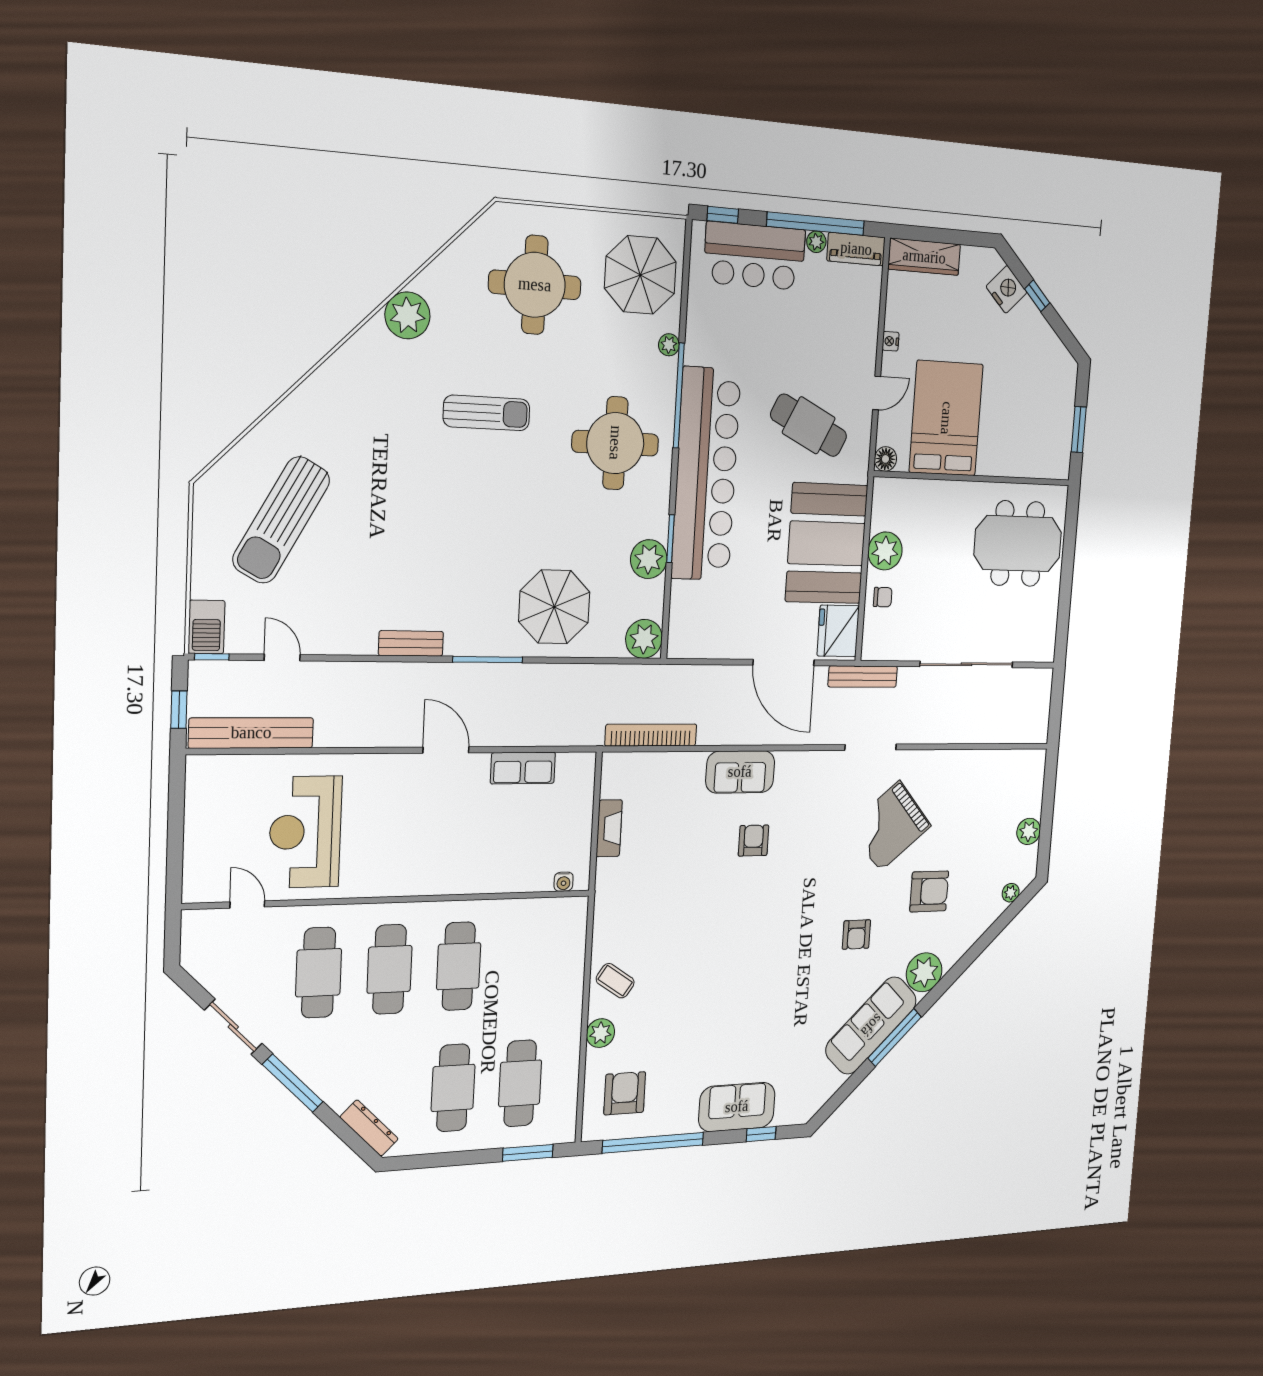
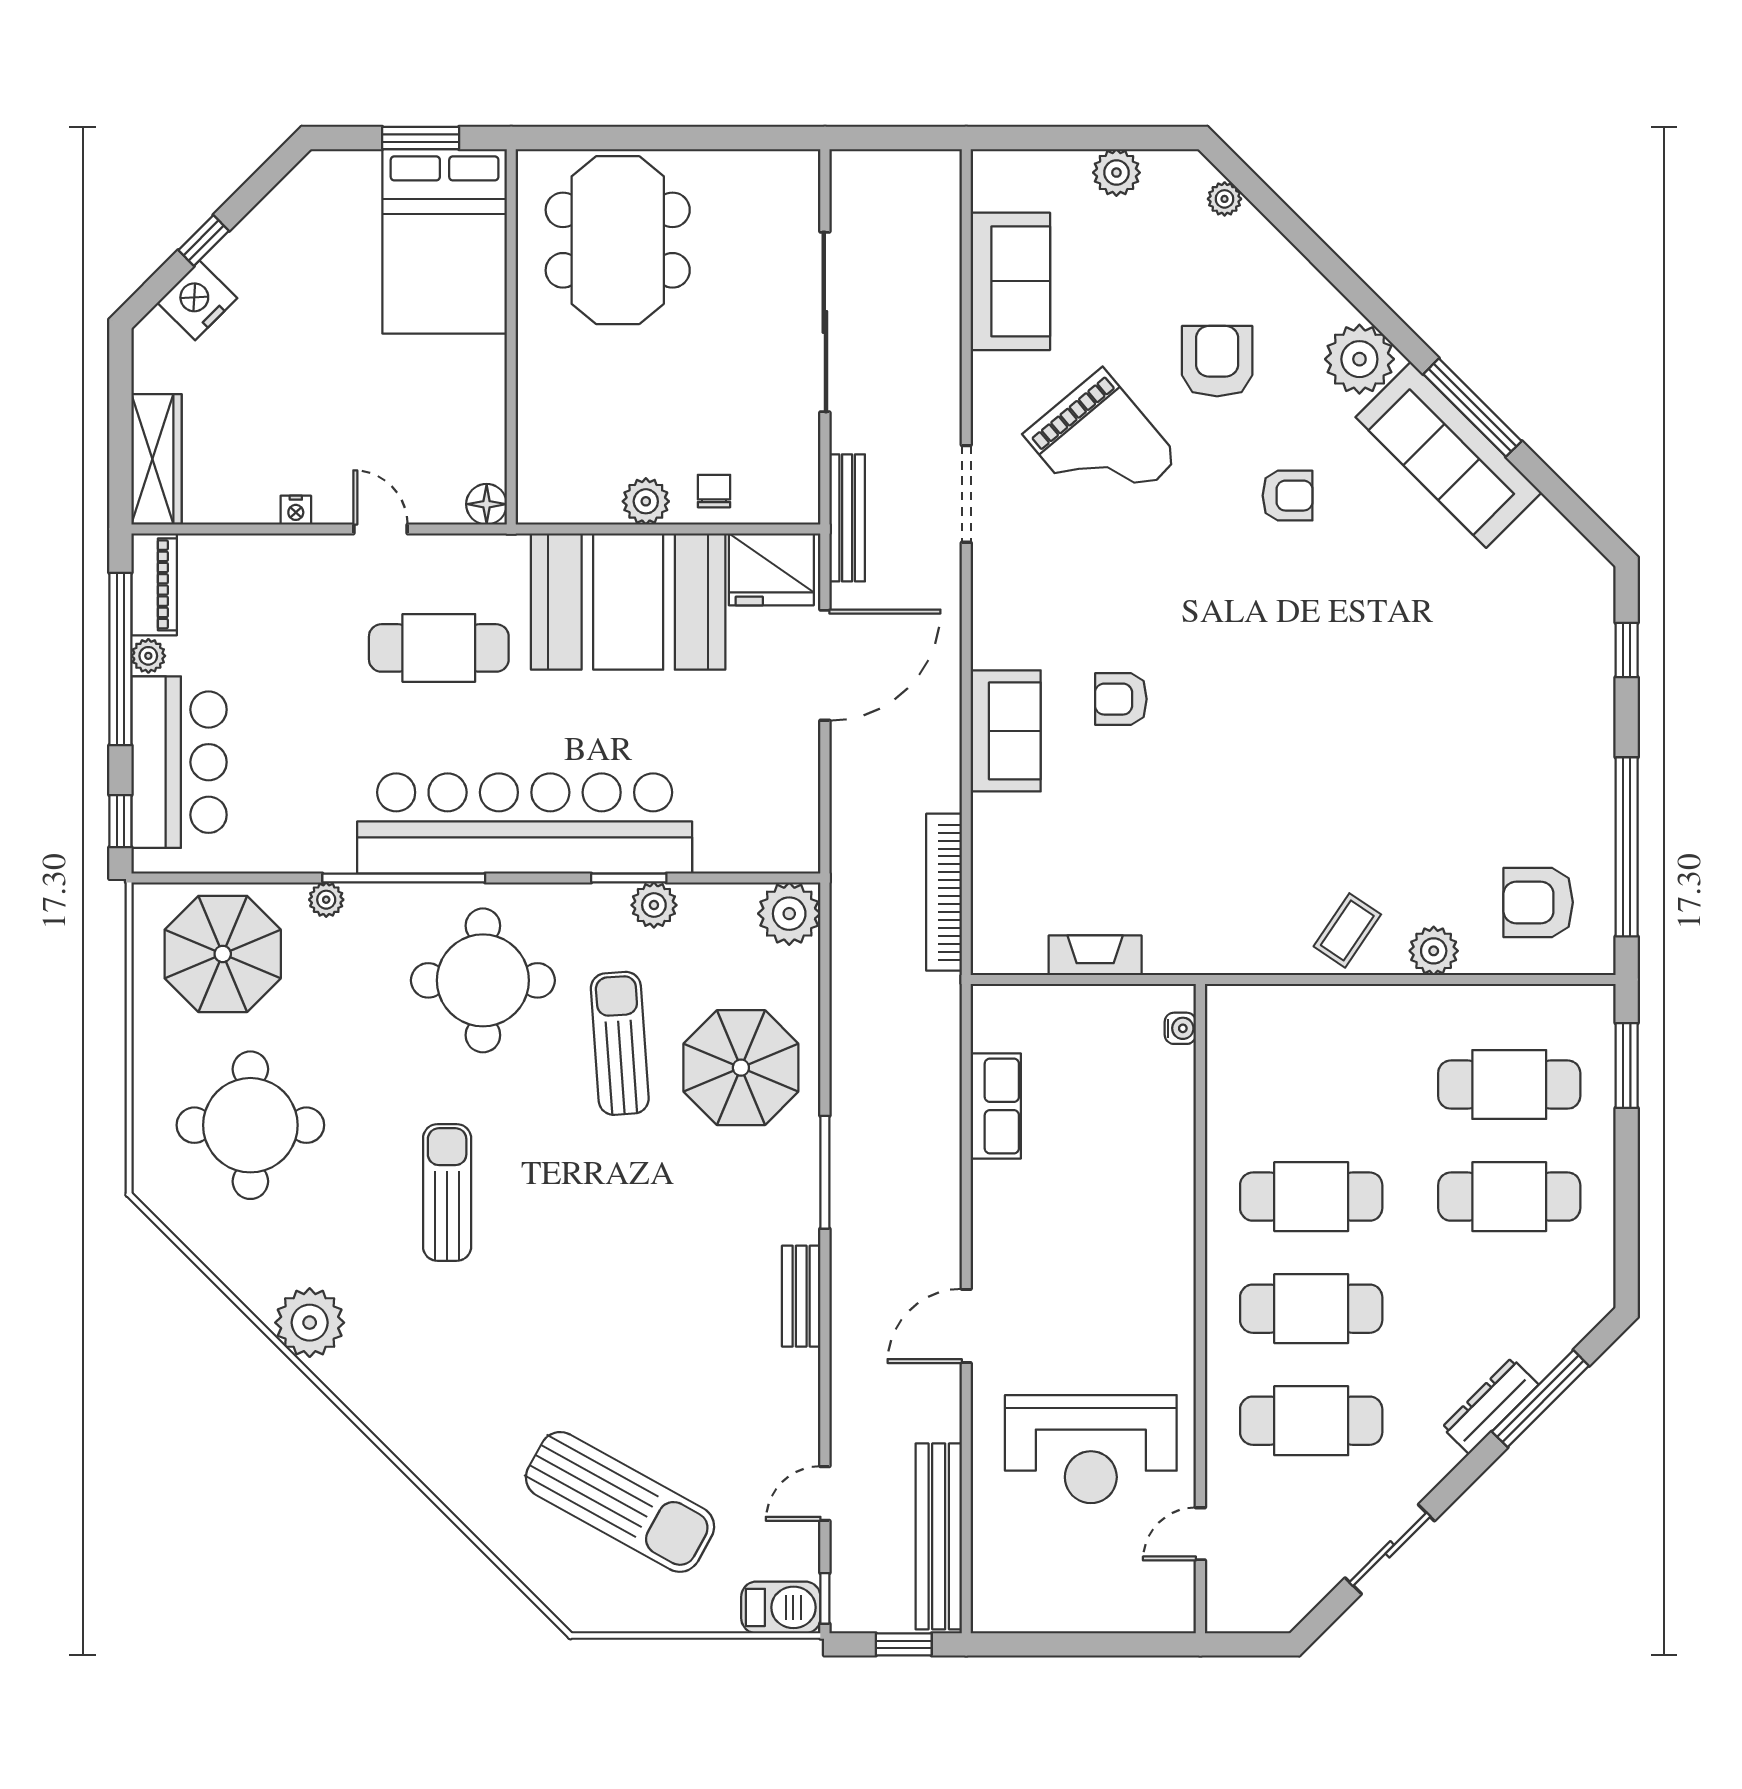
bed: (946, 418) -> (445, 241), moved, turned -90
cafe table: (809, 425) -> (439, 648), turned 64
sun lounger: (573, 530) -> (620, 1043), added
plant: (885, 551) -> (646, 501), width x0.73, depth x0.73
plant: (649, 559) -> (654, 905), width x0.73, depth x0.73
door: (446, 750) -> (966, 1326), moved
window: (293, 1083) -> (1540, 1399), moved
sofa: (737, 1107) -> (1010, 281), moved, turned 180
dresser: (369, 1128) -> (1490, 1406), moved

